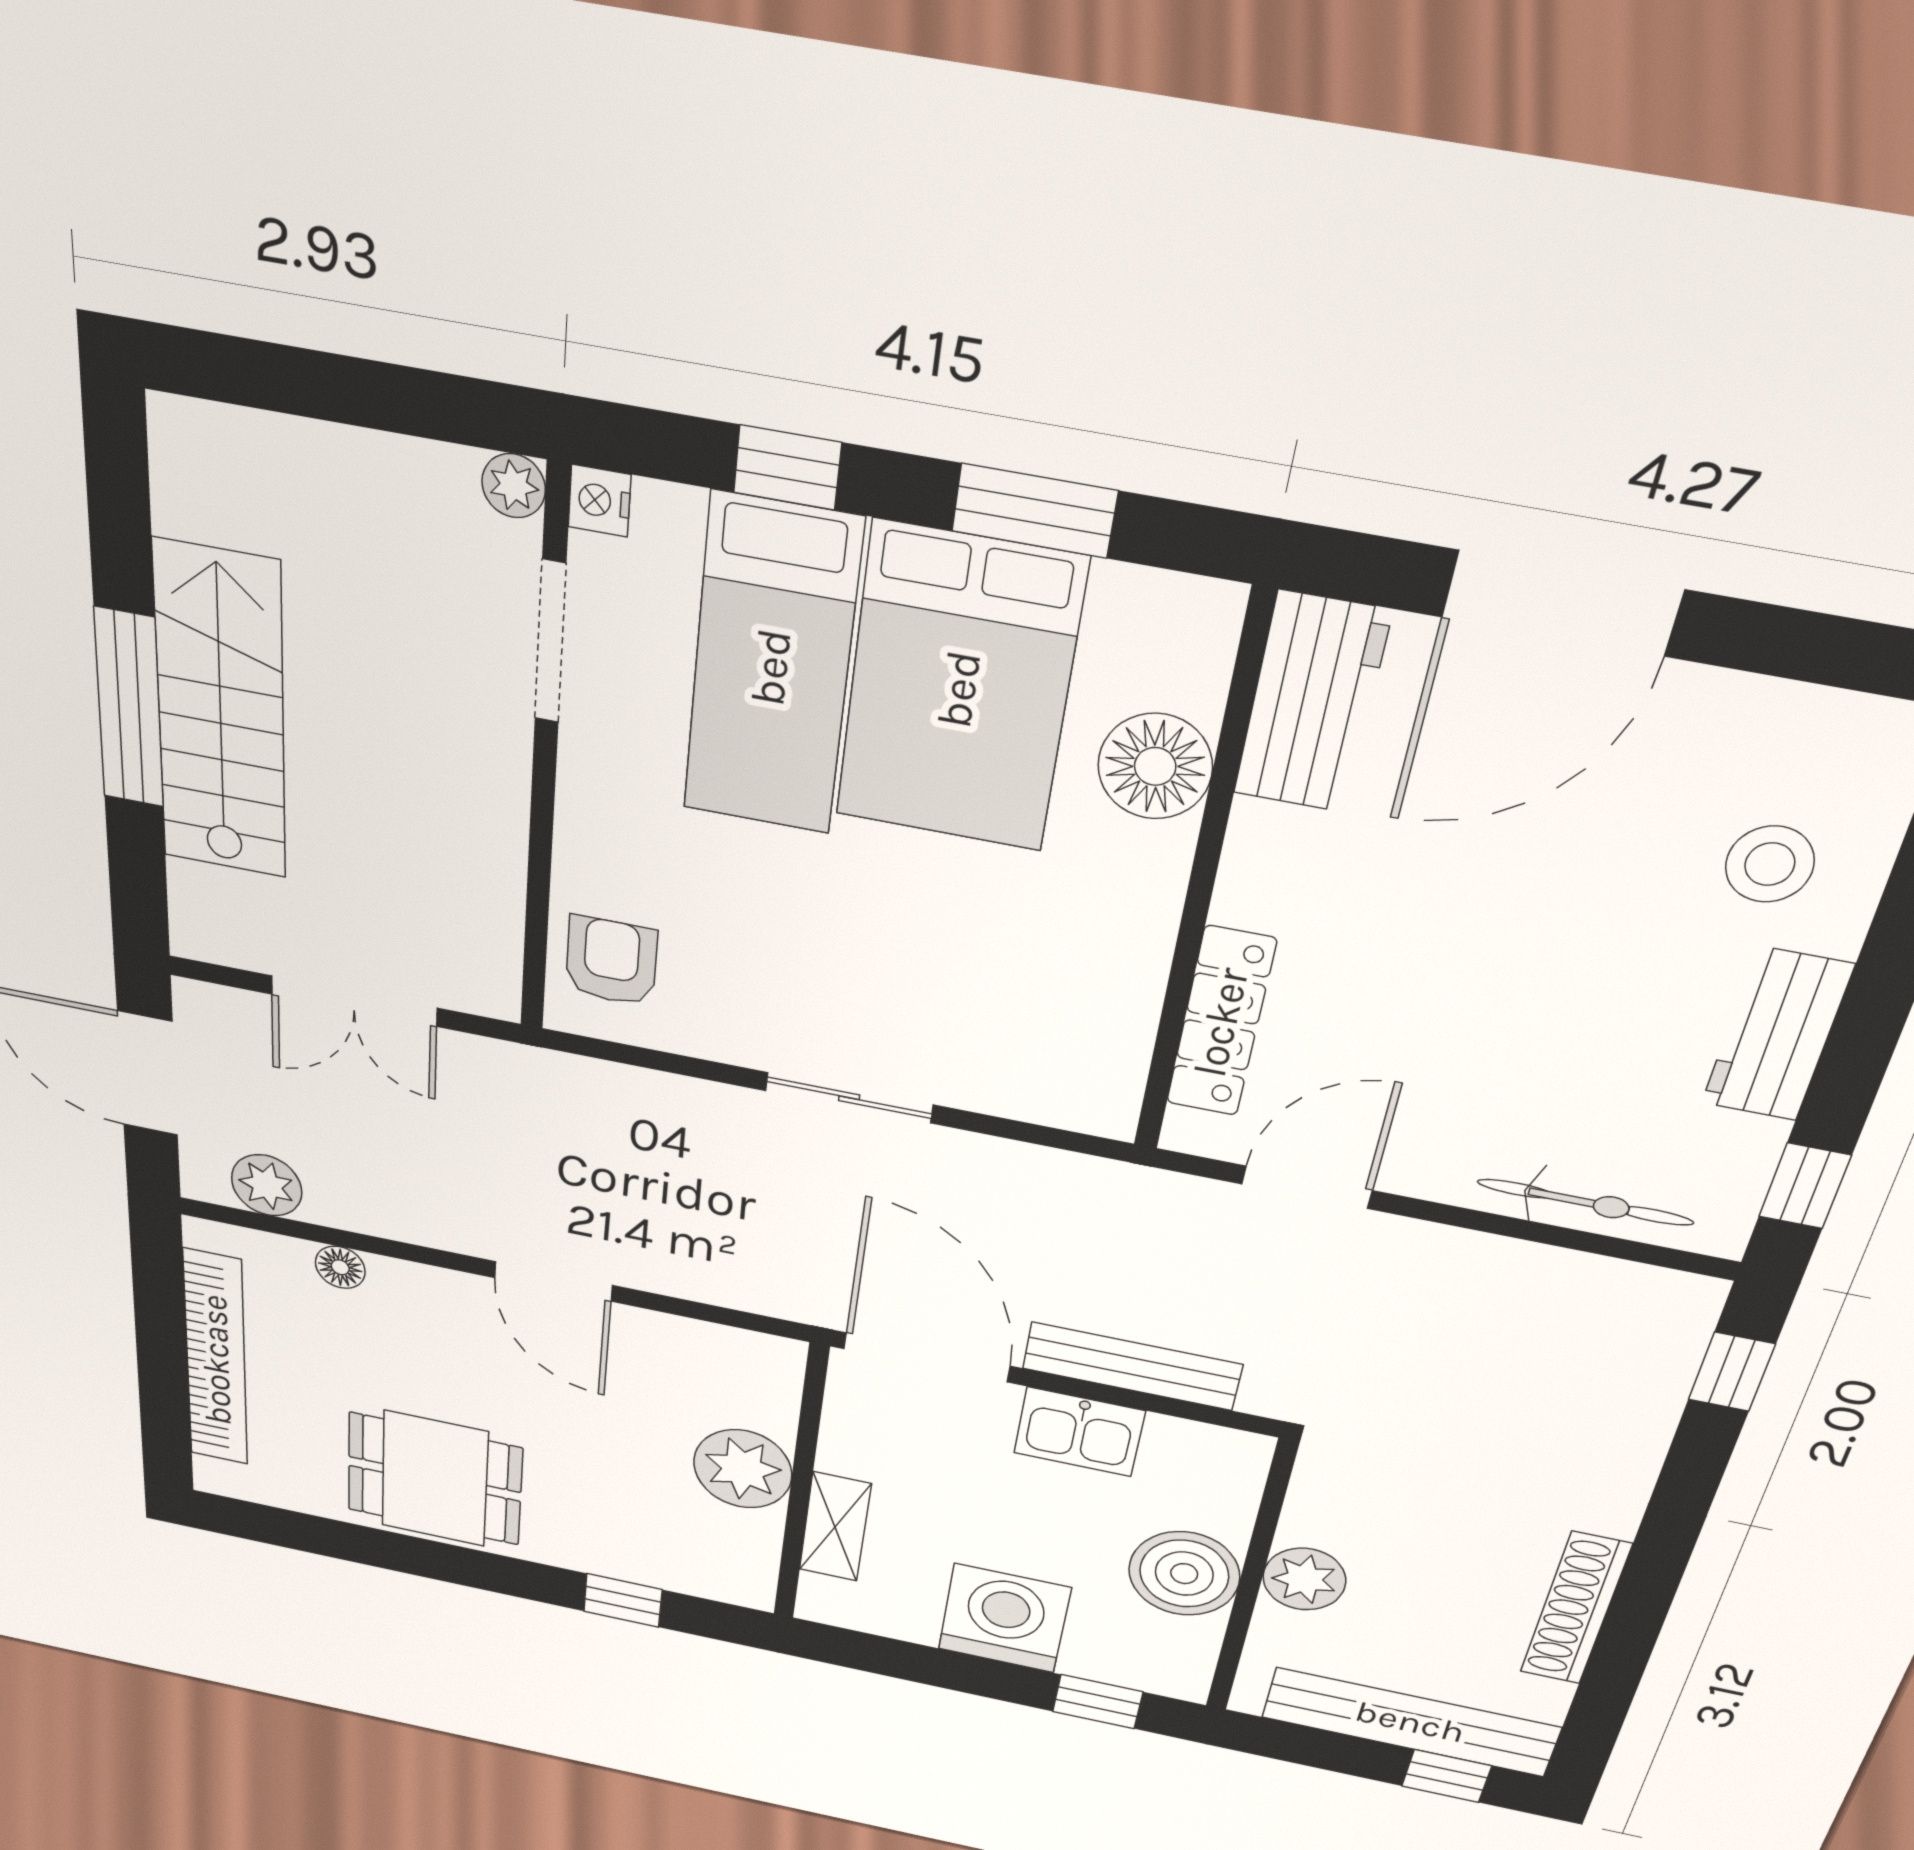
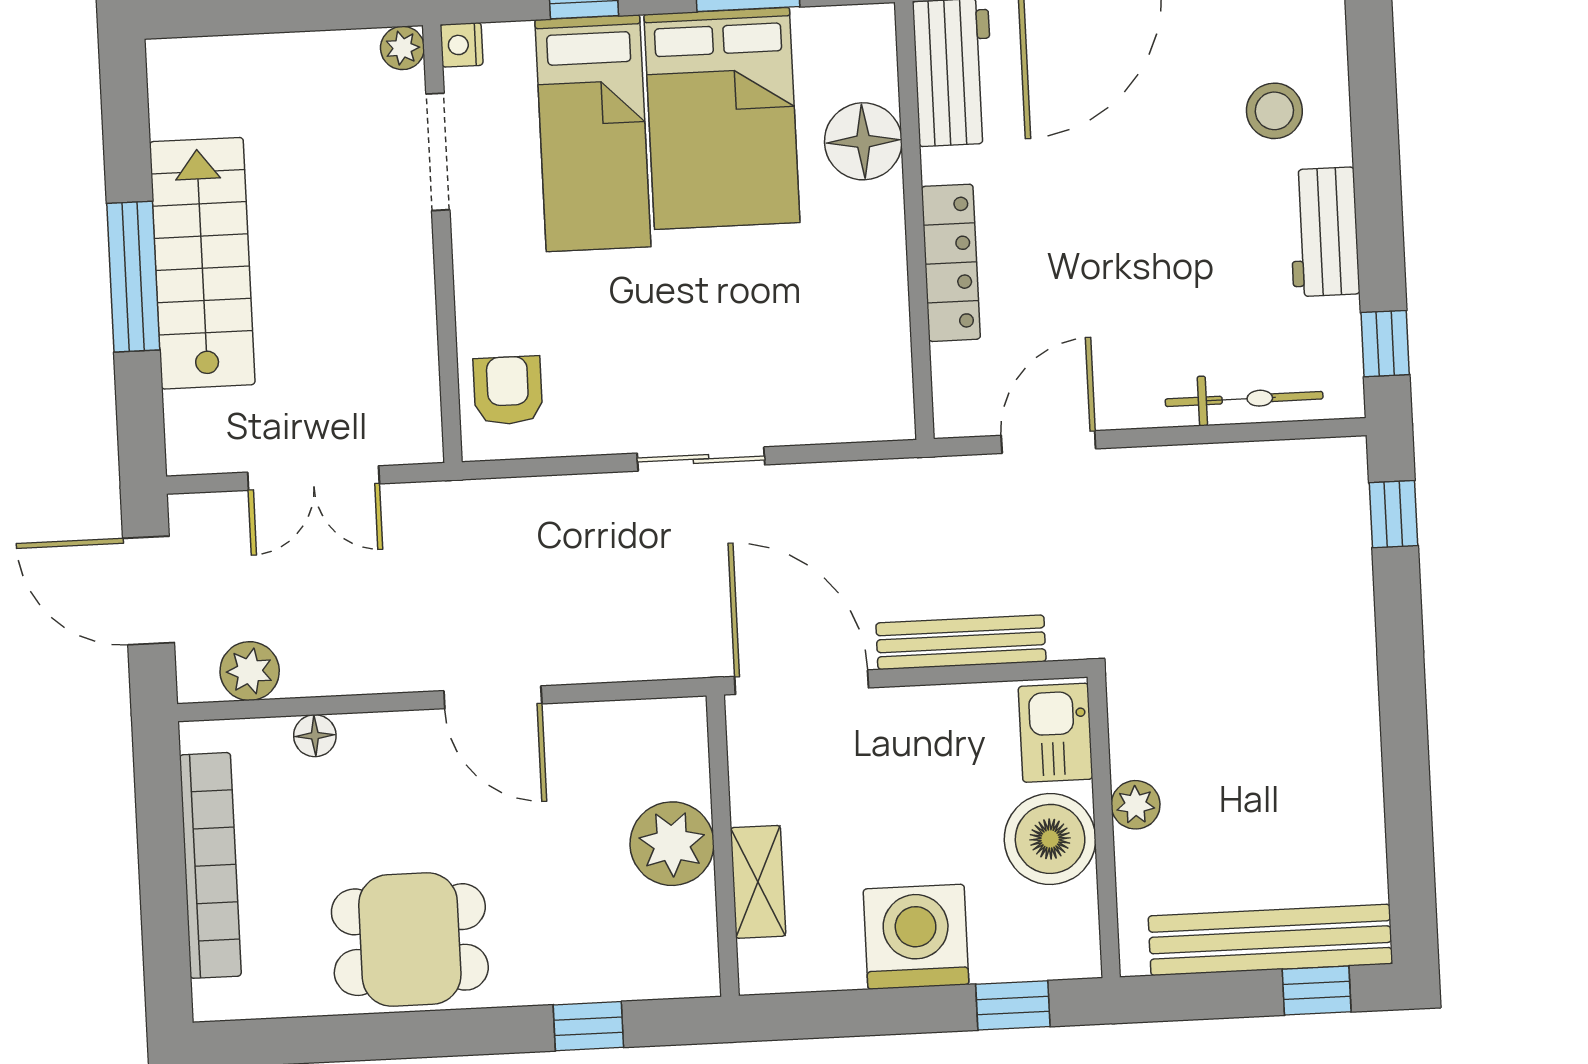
locker: (1221, 1022) -> (951, 263), moved
kitchen sink: (1079, 1432) -> (1056, 733), moved, turned 90
plant: (1304, 1579) -> (1136, 805), width x0.73, depth x0.73
shoe rack: (1576, 1609) -> (1359, 775), removed

